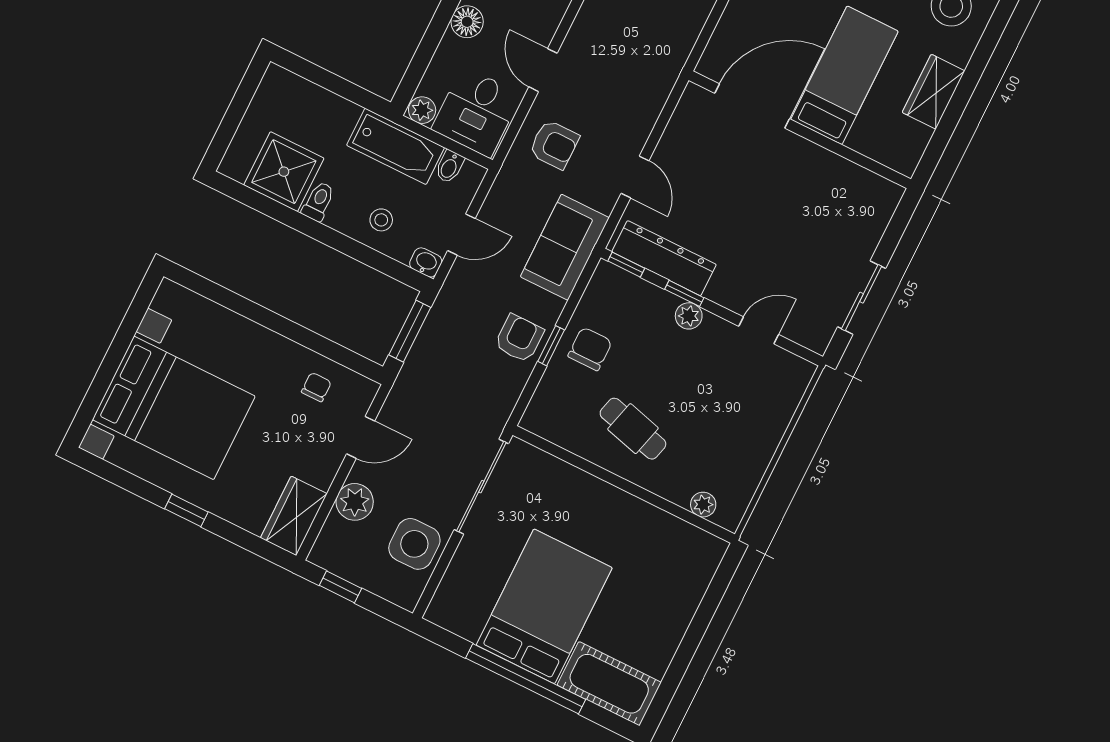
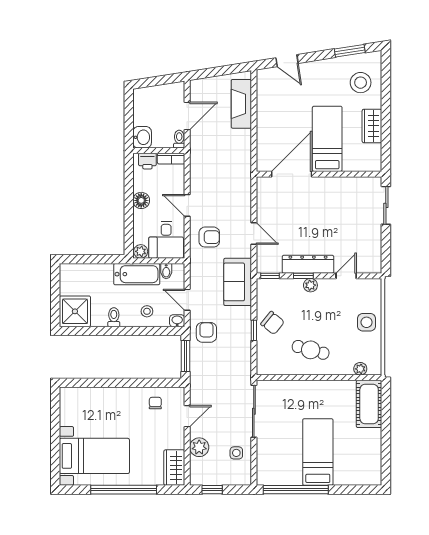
shower: (284, 172) -> (75, 311), moved
door: (461, 234) -> (187, 300), swing flipped
dresser: (664, 258) -> (308, 264), moved
sliding door: (862, 298) -> (386, 205), moved
armchair: (519, 338) -> (206, 332), moved
chair: (590, 349) -> (273, 323), turned 129
bed with nightstands: (174, 408) -> (94, 456), width x0.73
side table: (754, 429) -> (367, 322), added
window: (186, 510) -> (124, 490), width x3.17
side table: (414, 544) -> (236, 453), width x0.54, depth x0.54
bed: (544, 606) -> (318, 452), width x0.67
window: (526, 679) -> (296, 490), moved
cot: (609, 684) -> (369, 404), moved, turned 90

